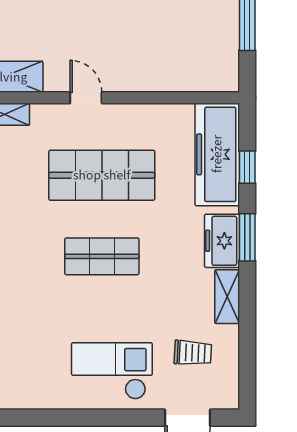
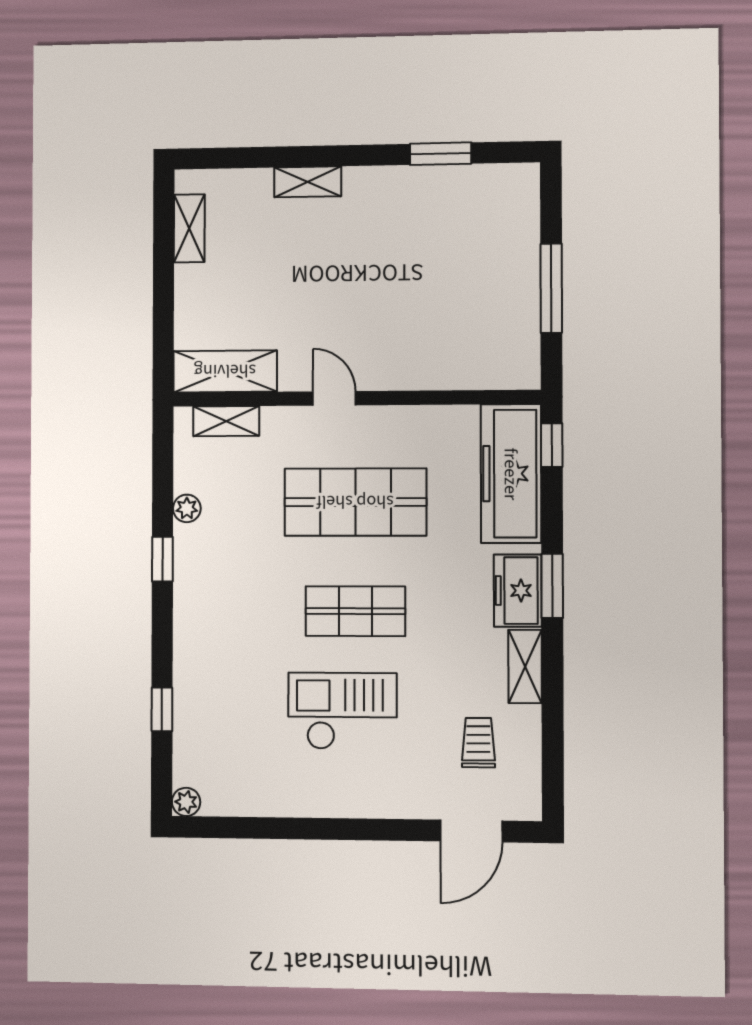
window: (247, 167) -> (552, 445), moved
trolley: (193, 353) -> (478, 743), turned -93
checkout: (112, 371) -> (342, 711), moved

